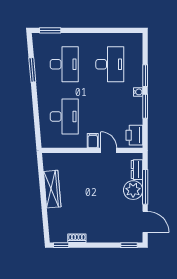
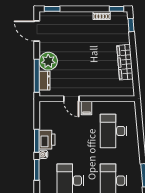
printer: (134, 135) -> (47, 140), moved
window: (145, 187) -> (37, 76), moved
window: (46, 228) -> (131, 25), added

